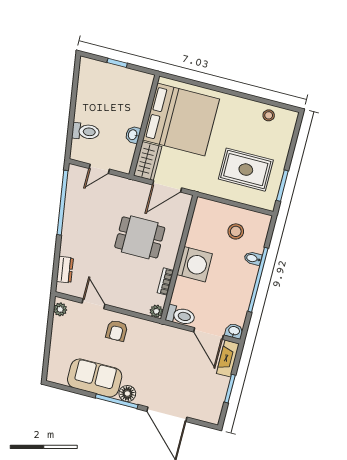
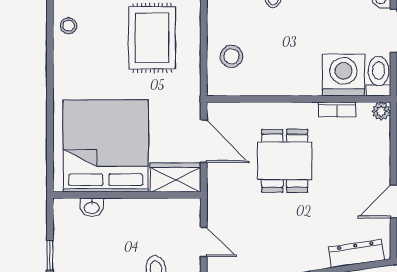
washbasin: (133, 135) -> (92, 207), moved
stool: (236, 231) -> (231, 56), moved
washing machine: (195, 264) -> (343, 75), moved
dresser: (65, 270) -> (356, 254), width x1.44

